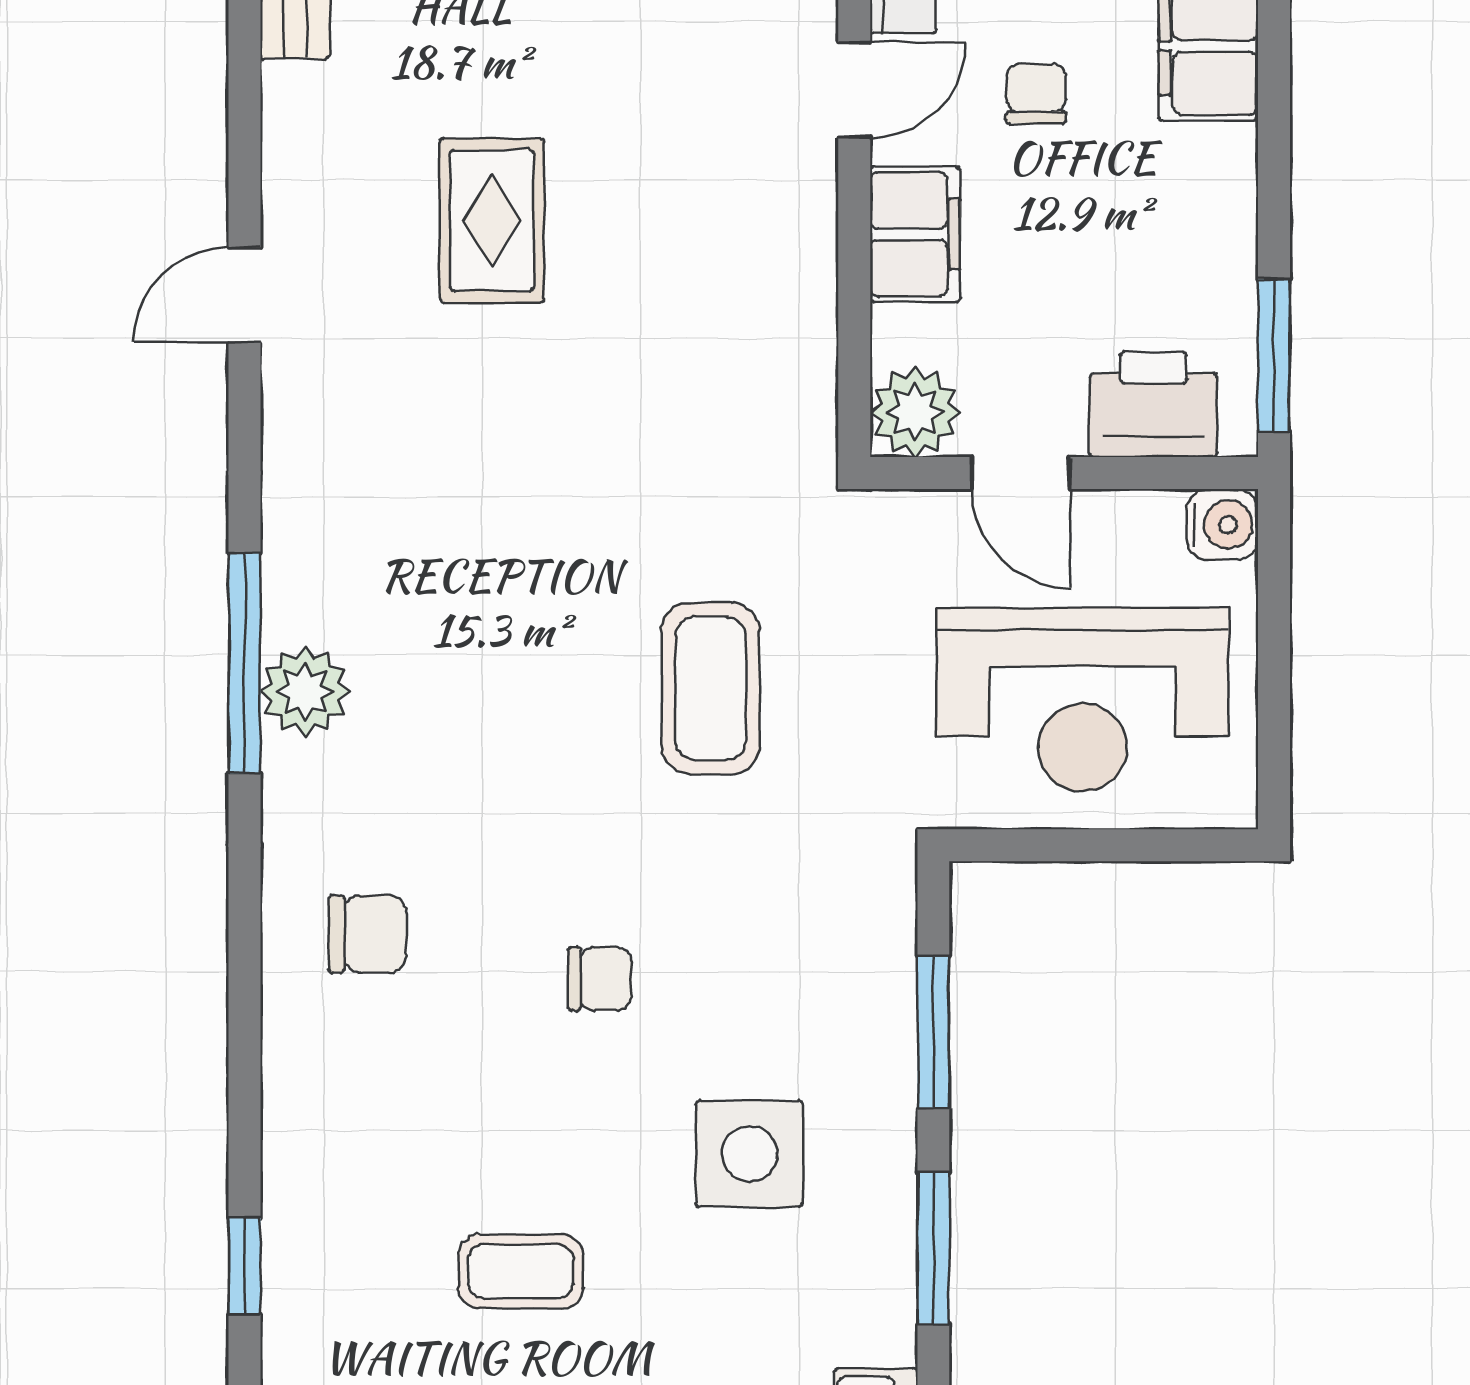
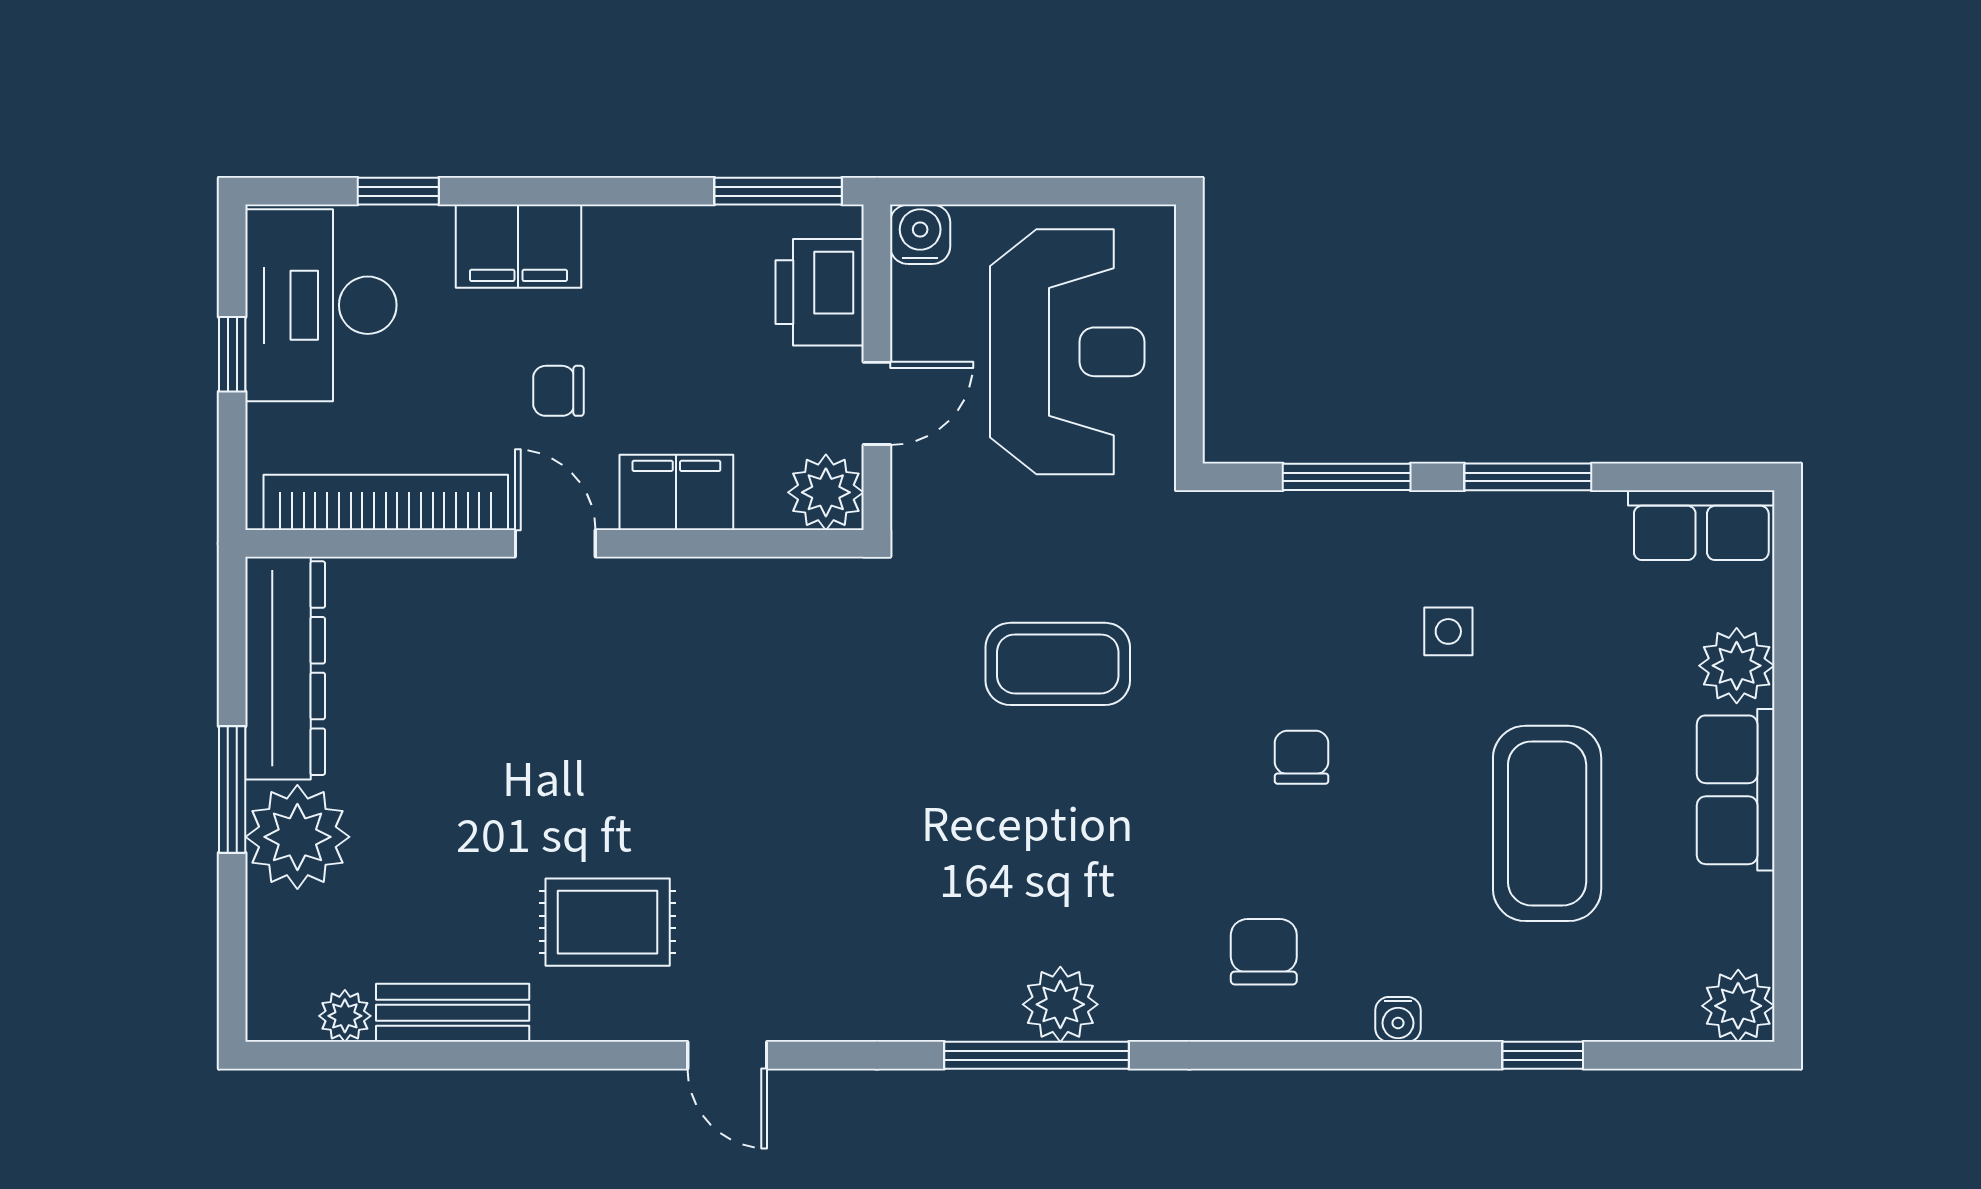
rug: (492, 220) -> (608, 922), moved
water cooler: (287, 1094) -> (1398, 1019), added
side table: (749, 1154) -> (1448, 631), width x0.54, depth x0.54
coffee table: (521, 1271) -> (1547, 823), width x1.86, depth x1.72

